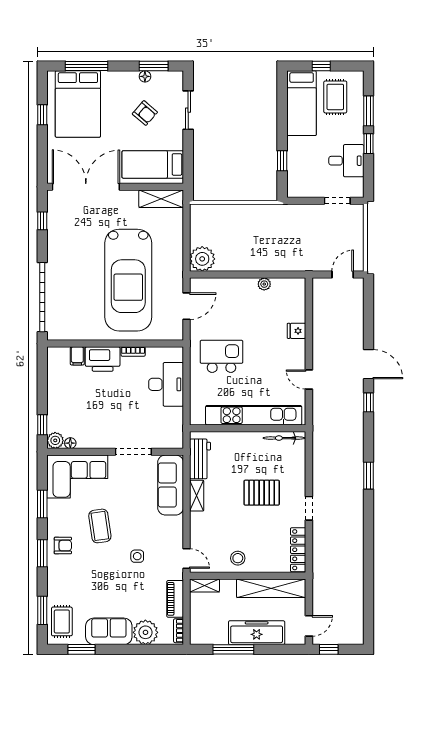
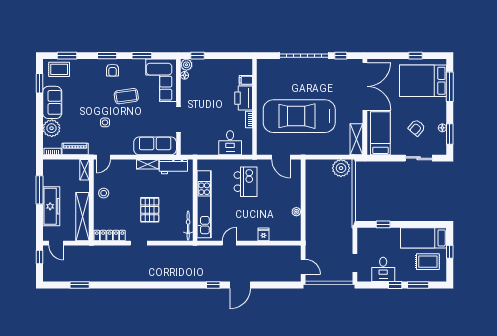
plant: (202, 259) -> (341, 168), moved
garage door: (42, 297) -> (304, 56), moved
desk: (166, 384) -> (230, 143), width x0.73
window: (368, 476) -> (80, 285), moved

